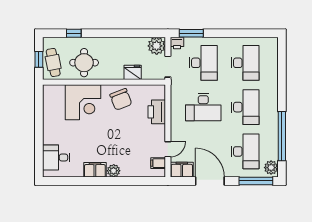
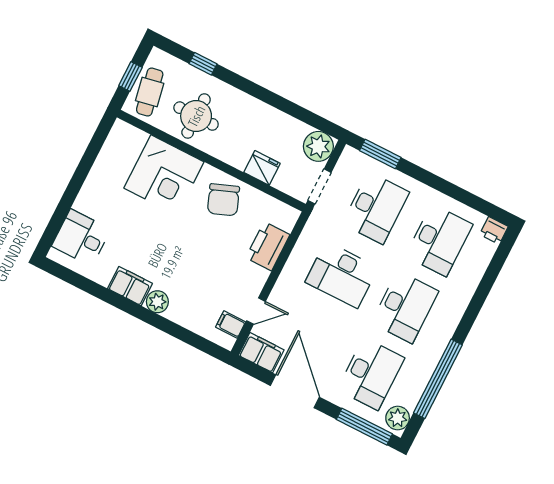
printer: (177, 43) -> (494, 230), moved

